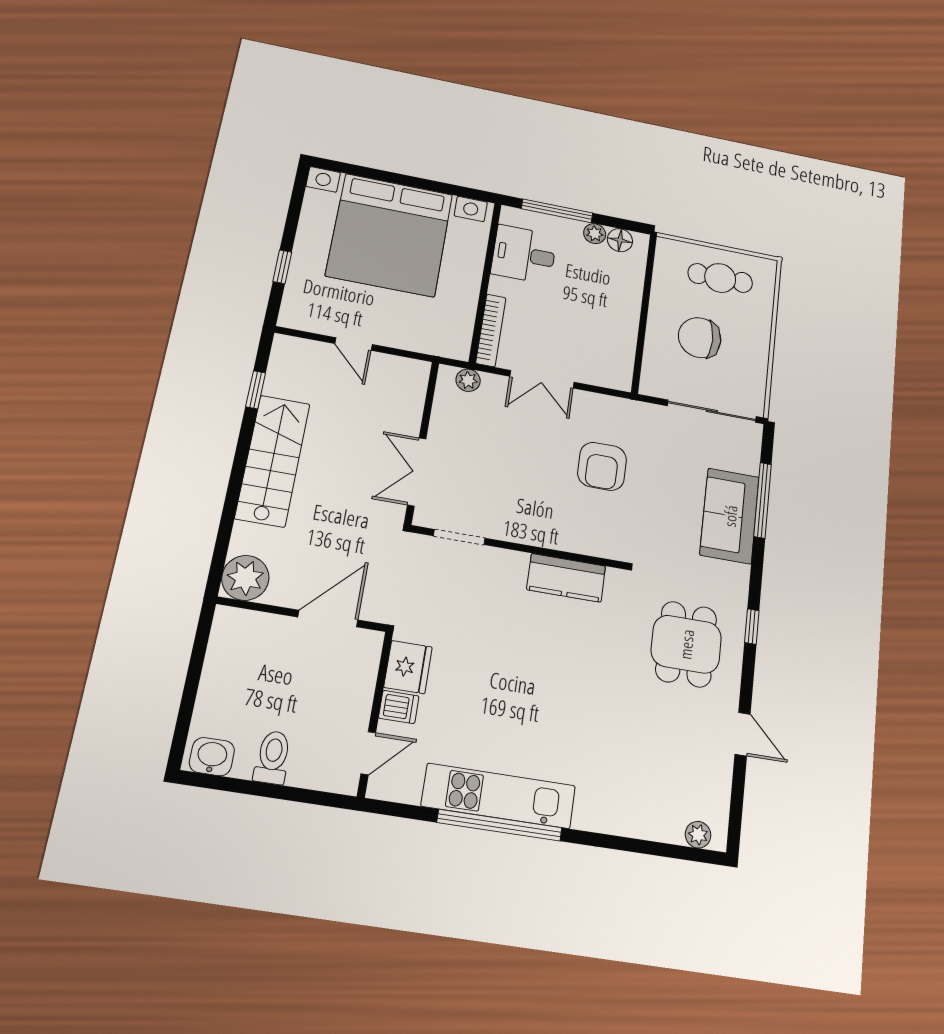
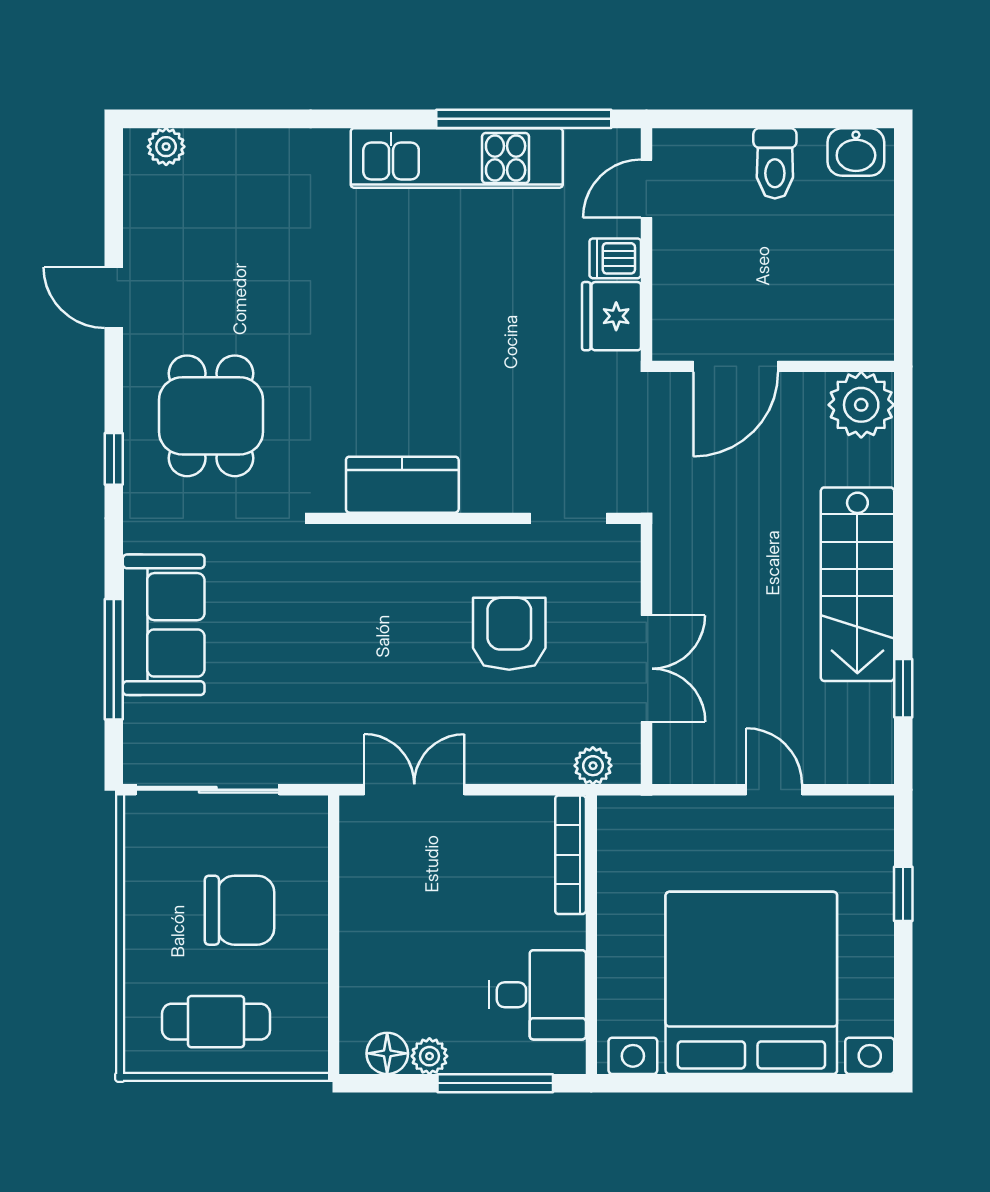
double door: (542, 379) -> (414, 790), moved
armchair: (602, 466) -> (509, 634), moved
double door: (417, 472) -> (646, 669), moved
window: (500, 825) -> (524, 119), moved

